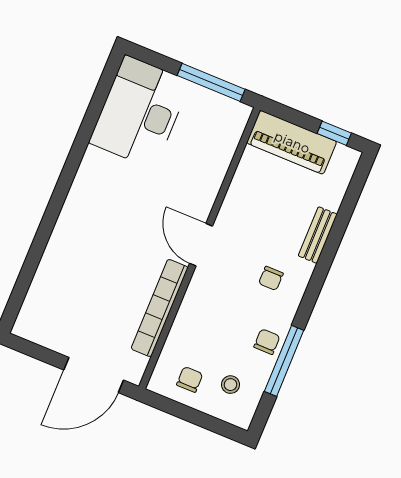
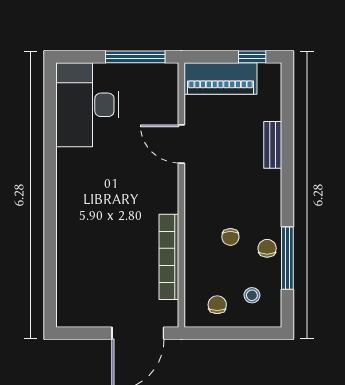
door: (201, 245) -> (181, 144), moved
chair: (271, 278) -> (230, 237), moved

